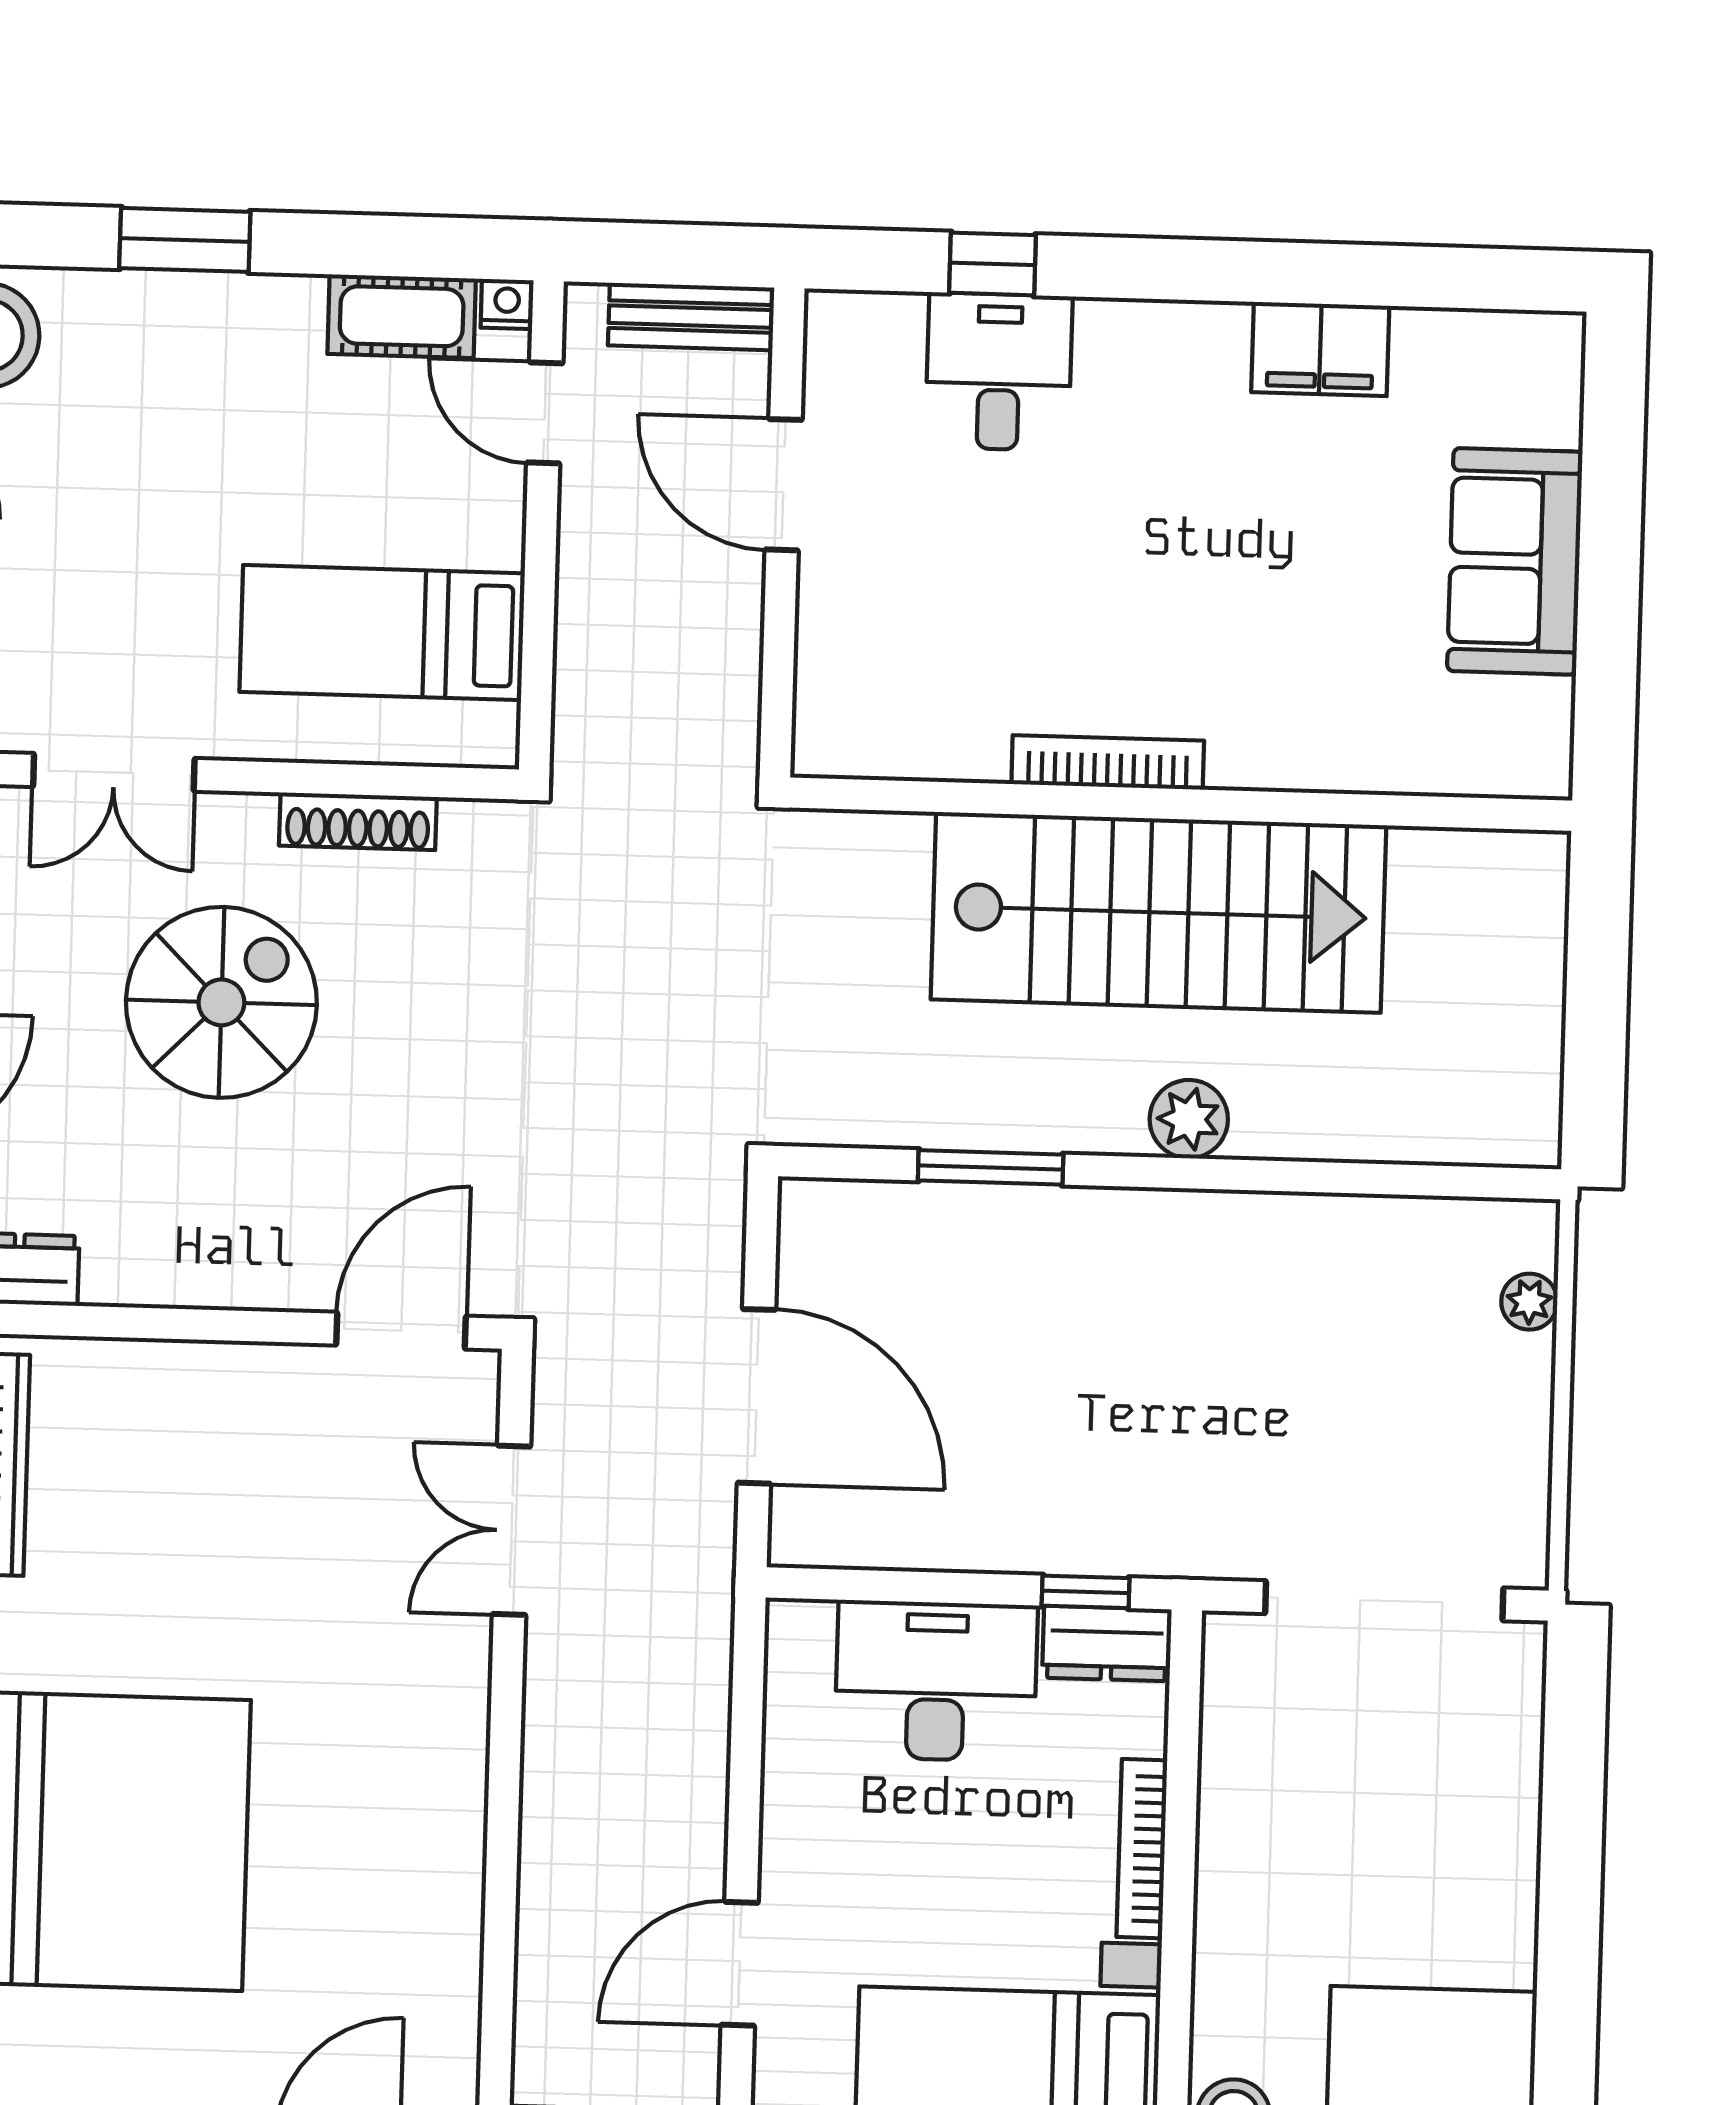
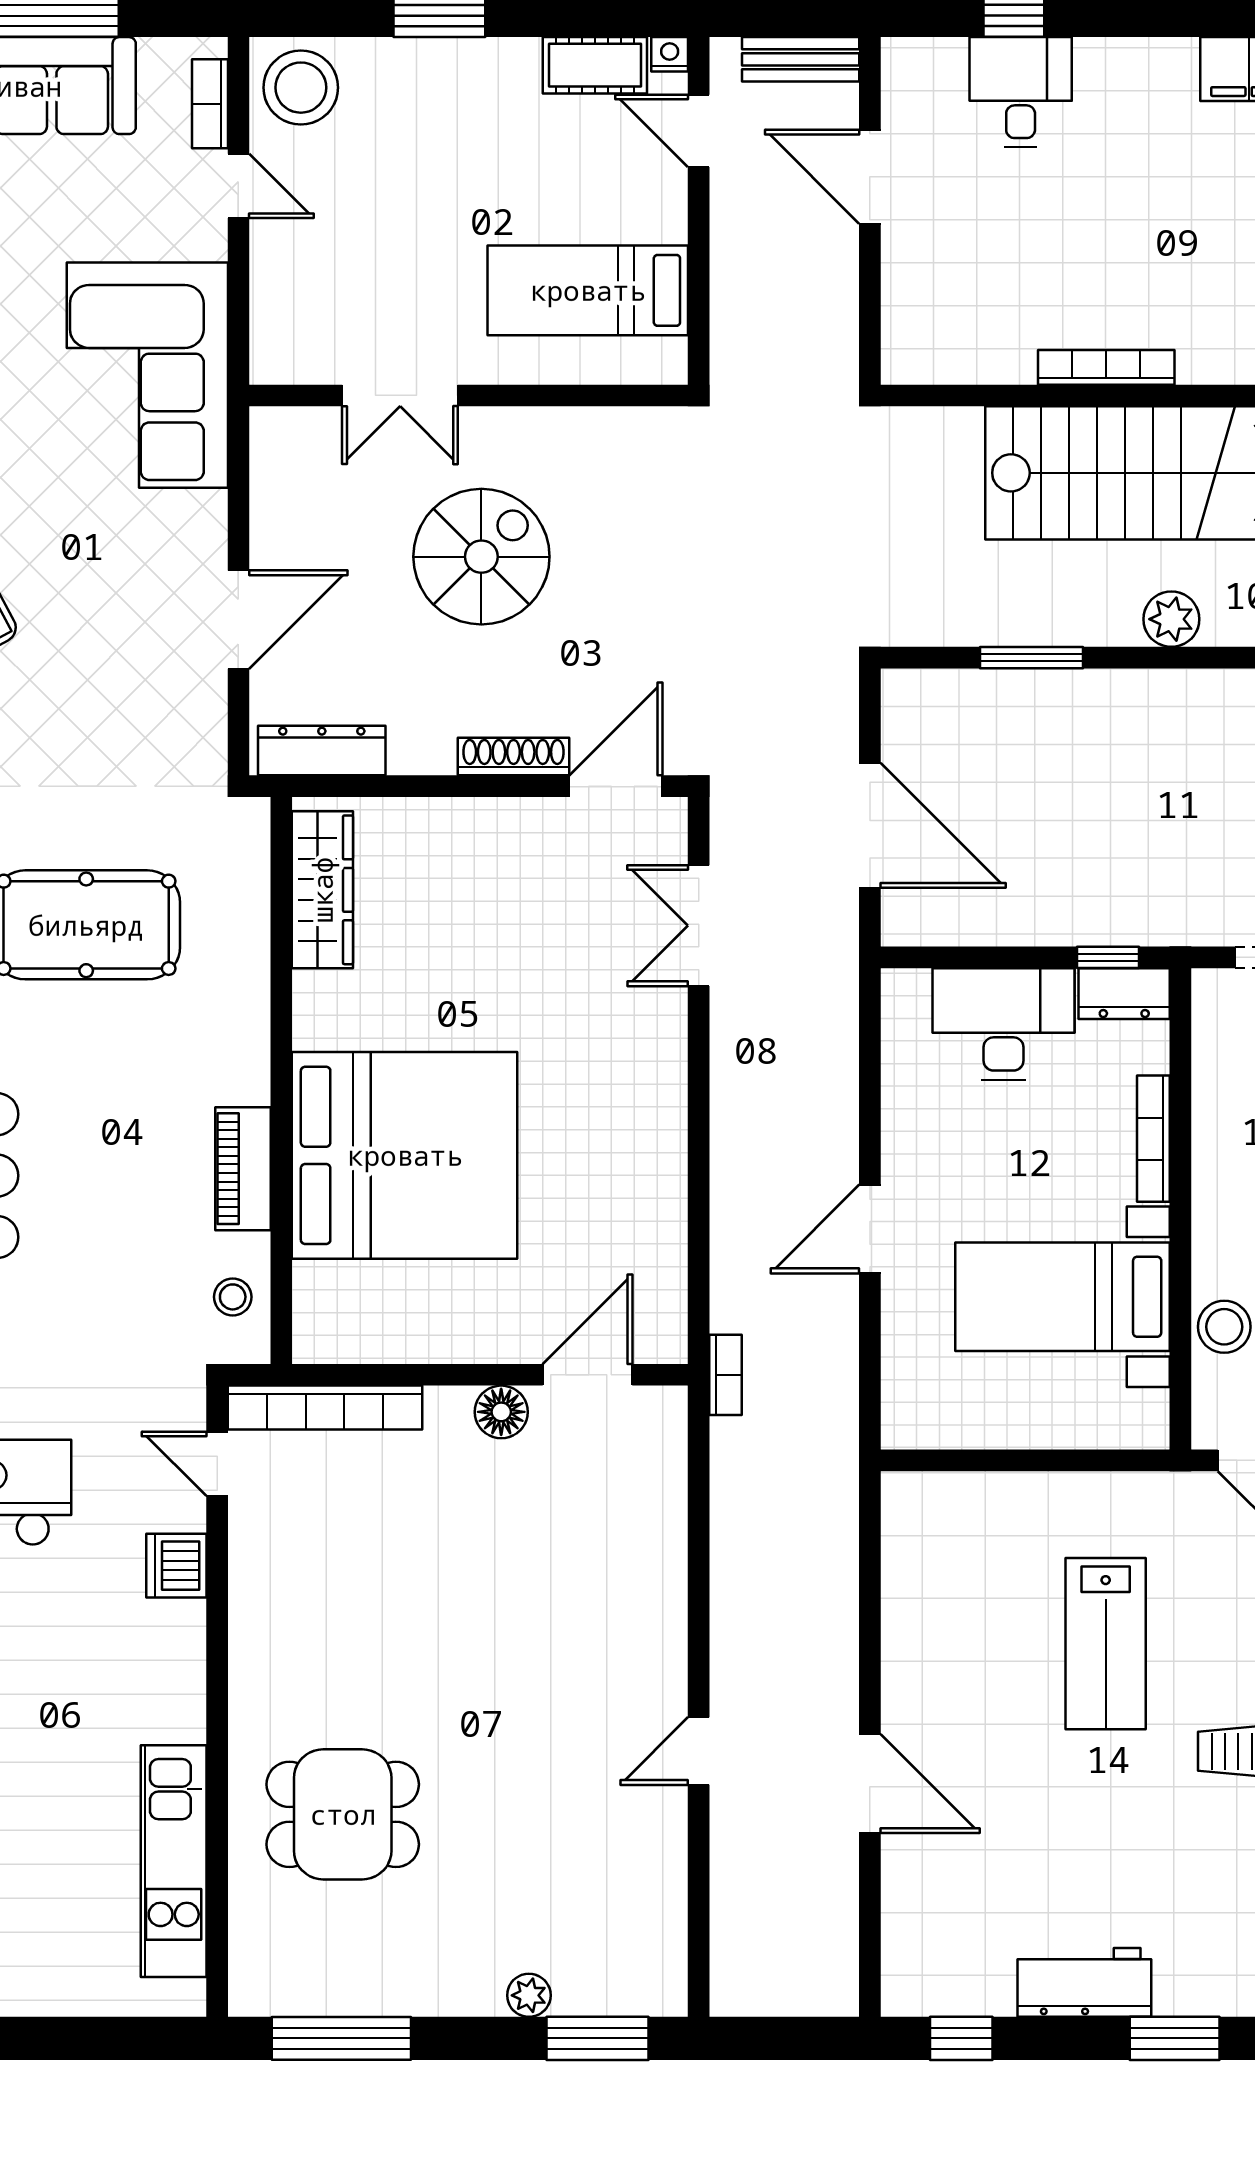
shoe rack: (358, 821) -> (514, 757), moved, turned 180

